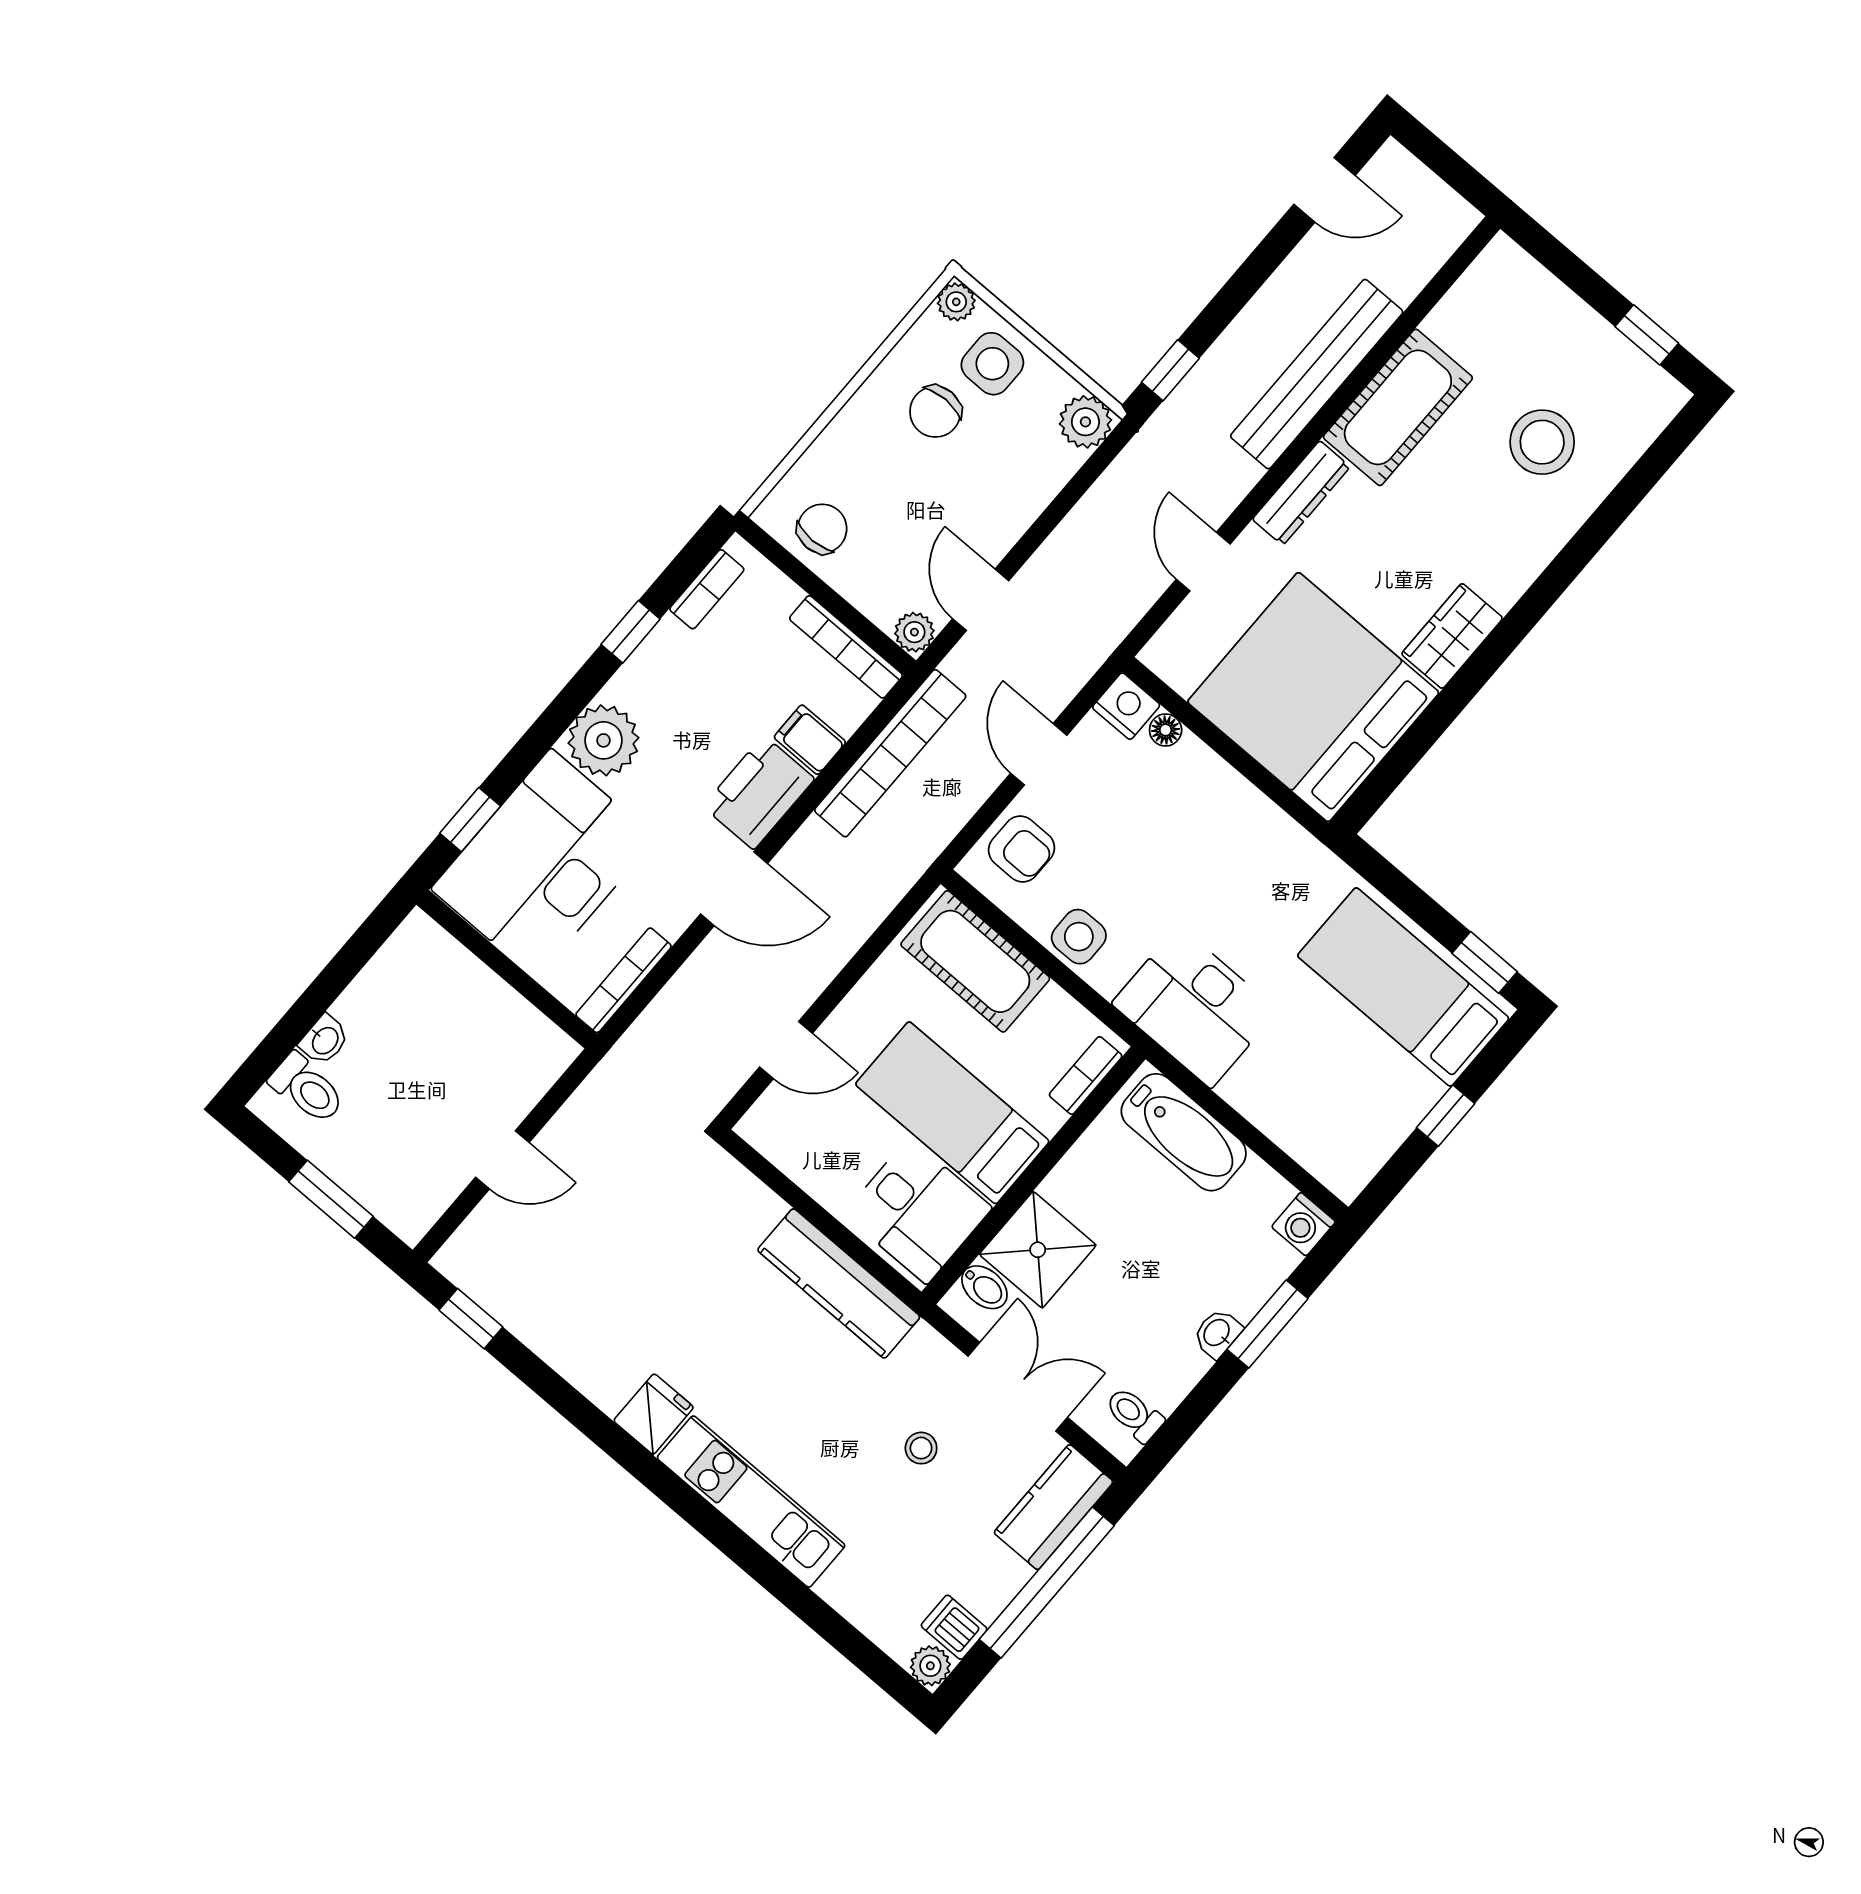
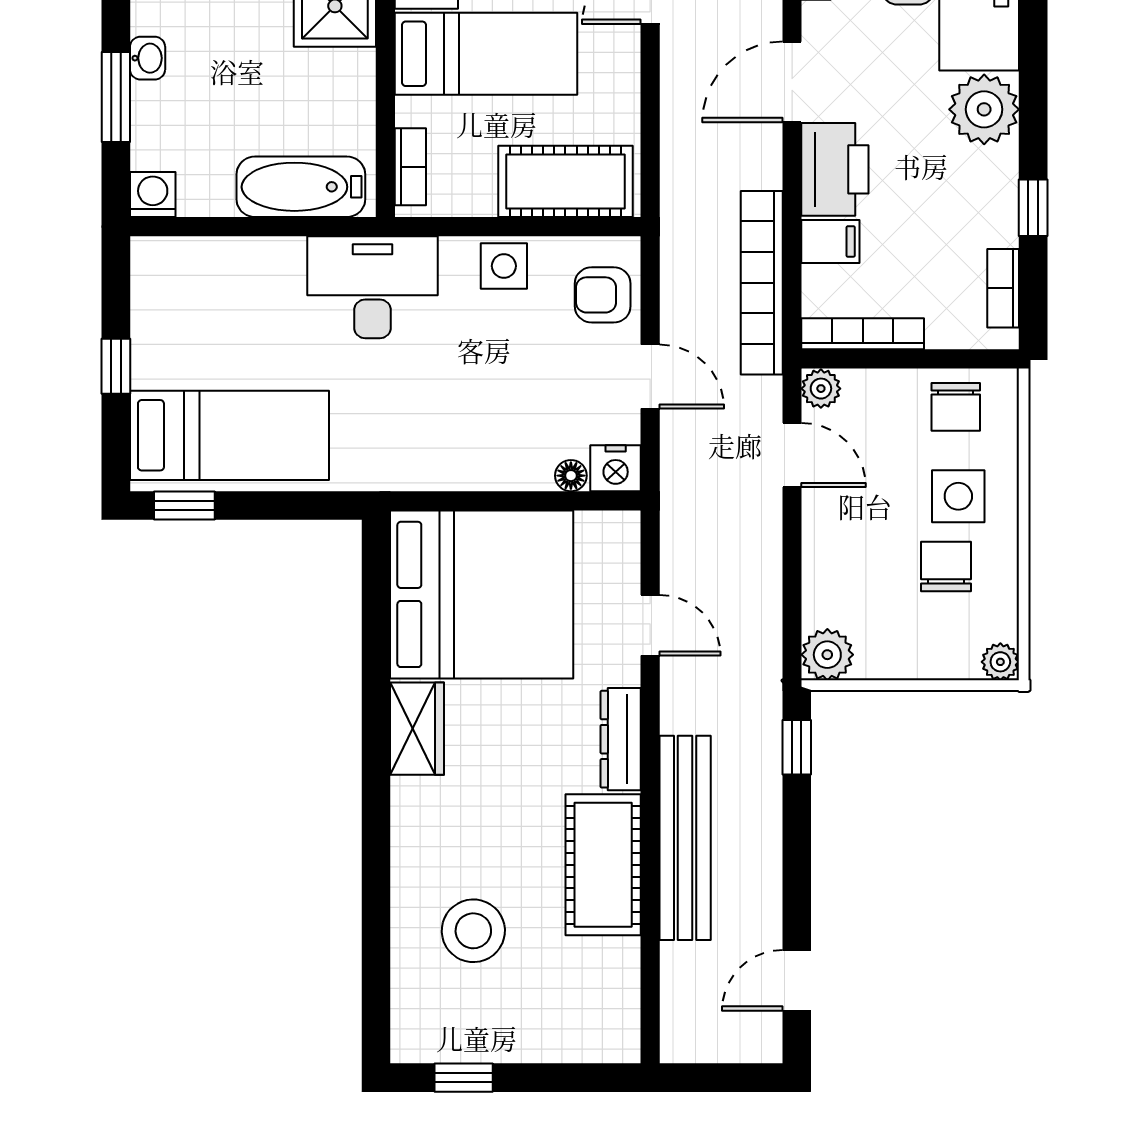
side table: (992, 364) -> (958, 496), moved

